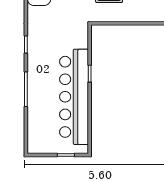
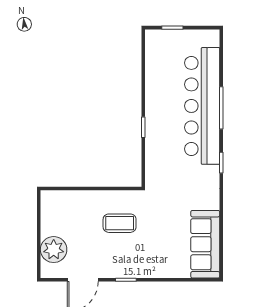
bar counter: (74, 97) -> (202, 106), moved, turned 180

